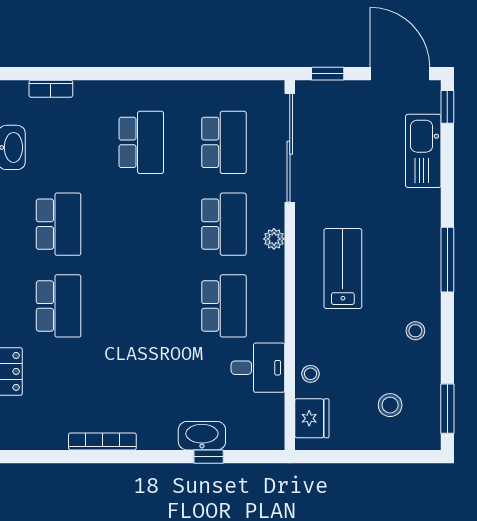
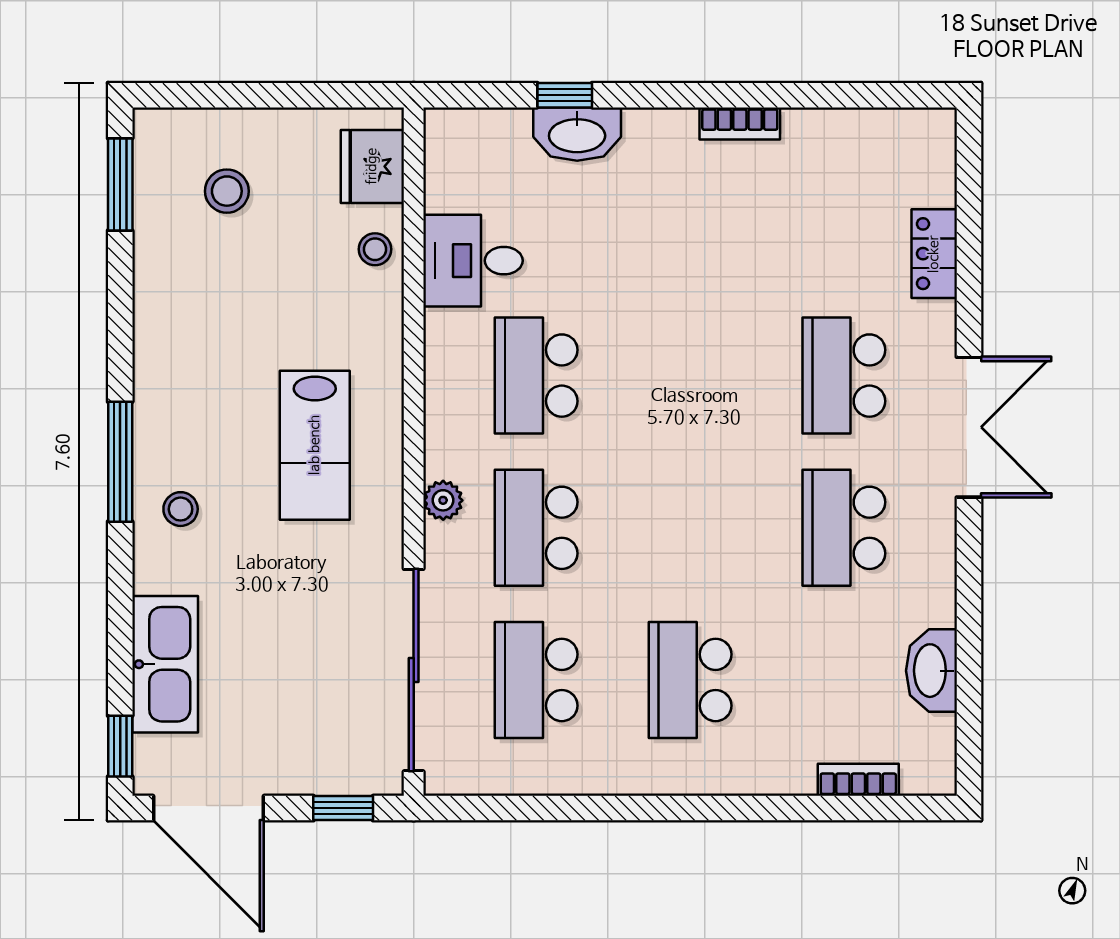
stool: (415, 331) -> (181, 509), moved
bookcase: (102, 441) -> (740, 123), width x0.64

